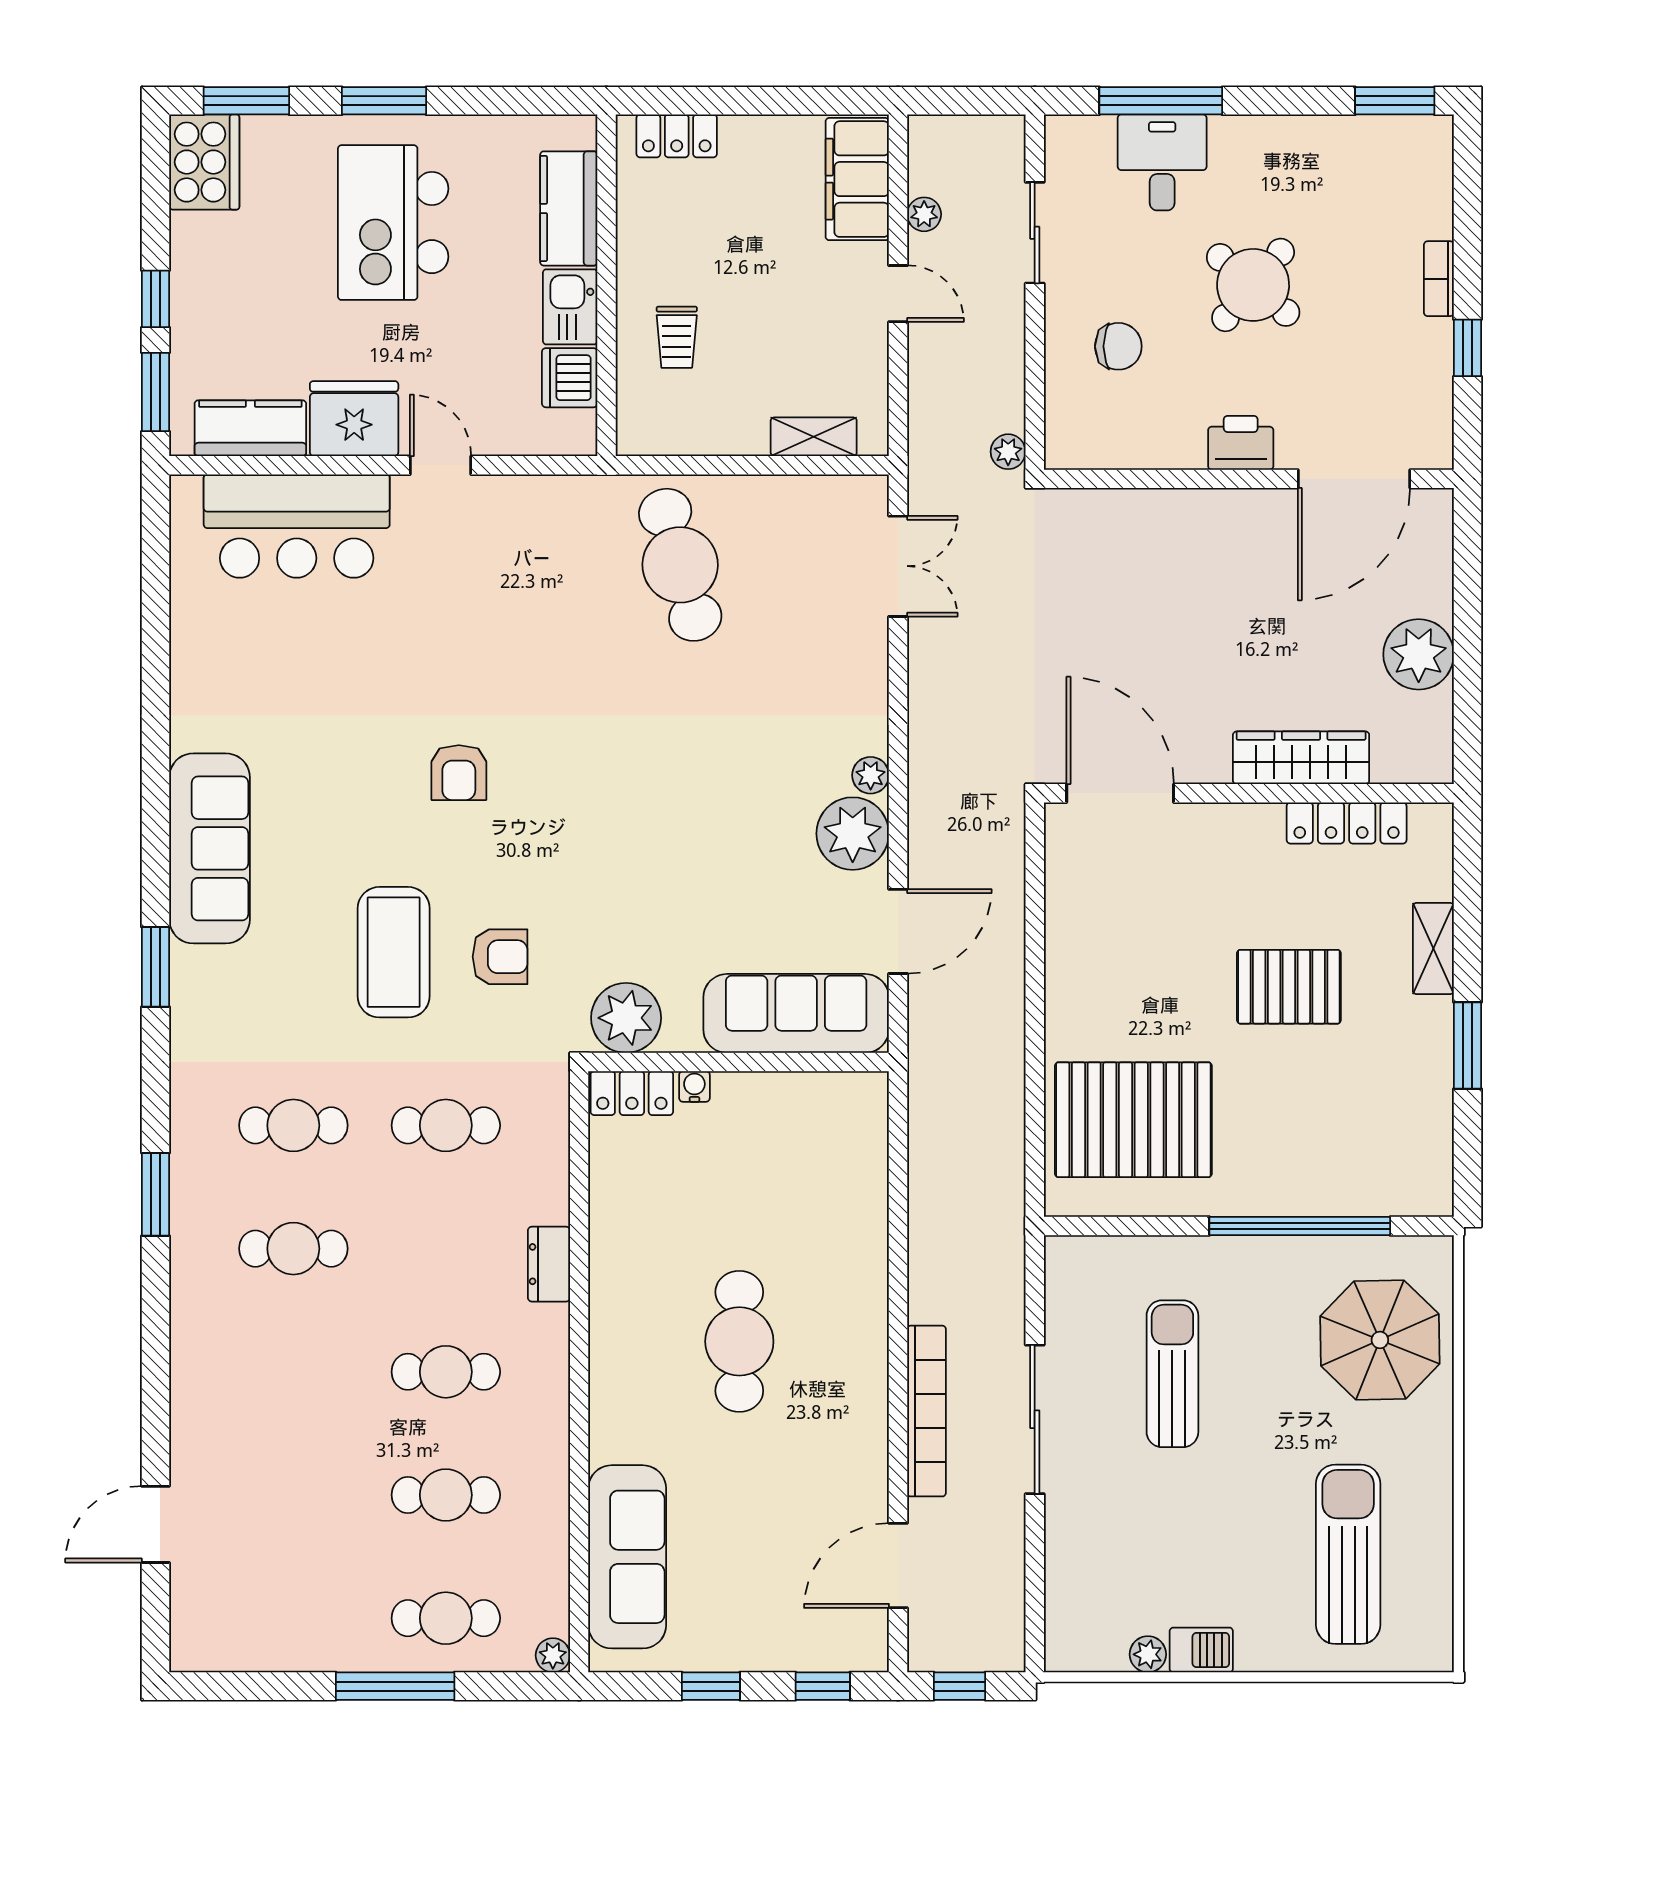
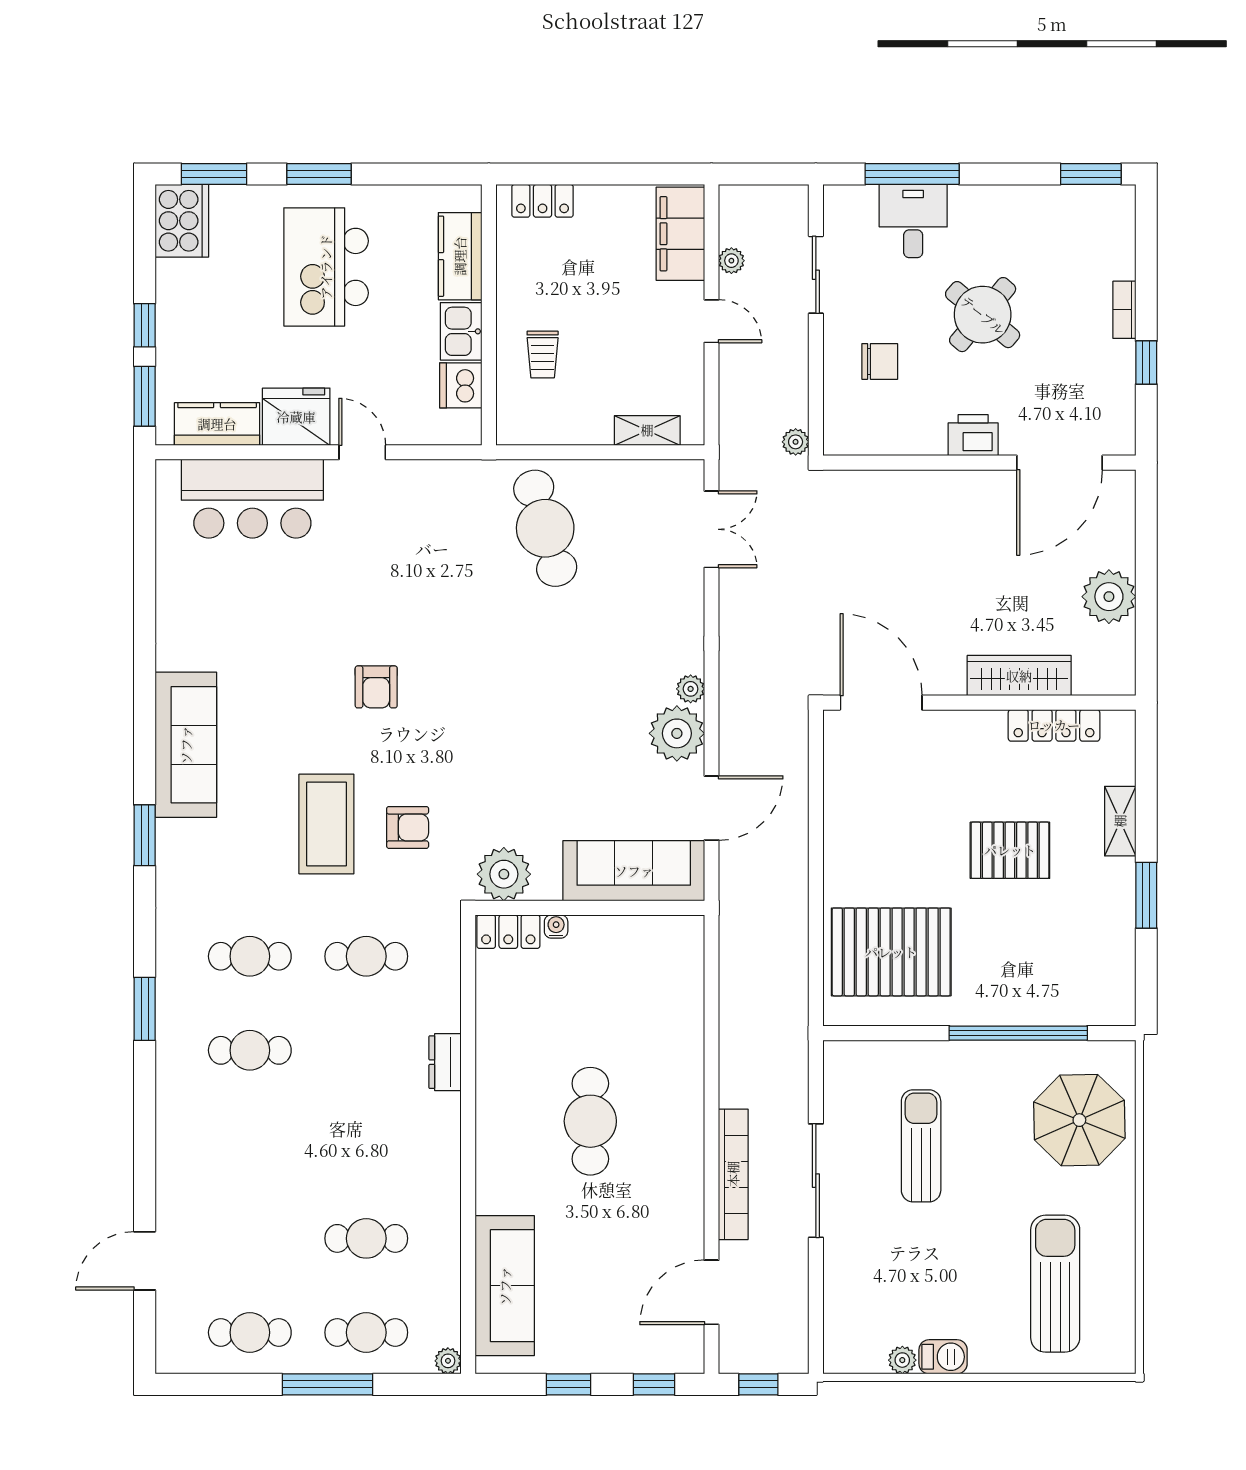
cafe table: (446, 1372) -> (250, 1332), moved

